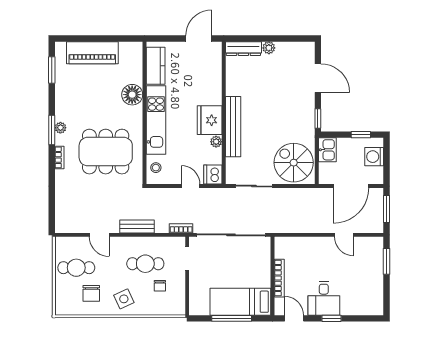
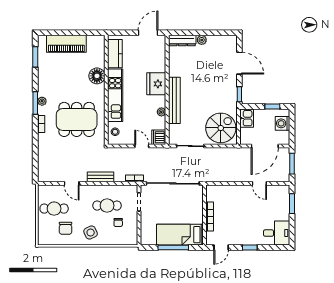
fridge: (210, 120) -> (156, 84), moved
spiral stairs: (294, 163) -> (221, 128), turned 90
desk: (324, 298) -> (277, 233), moved, turned -90
door: (294, 318) -> (221, 247), swing flipped

